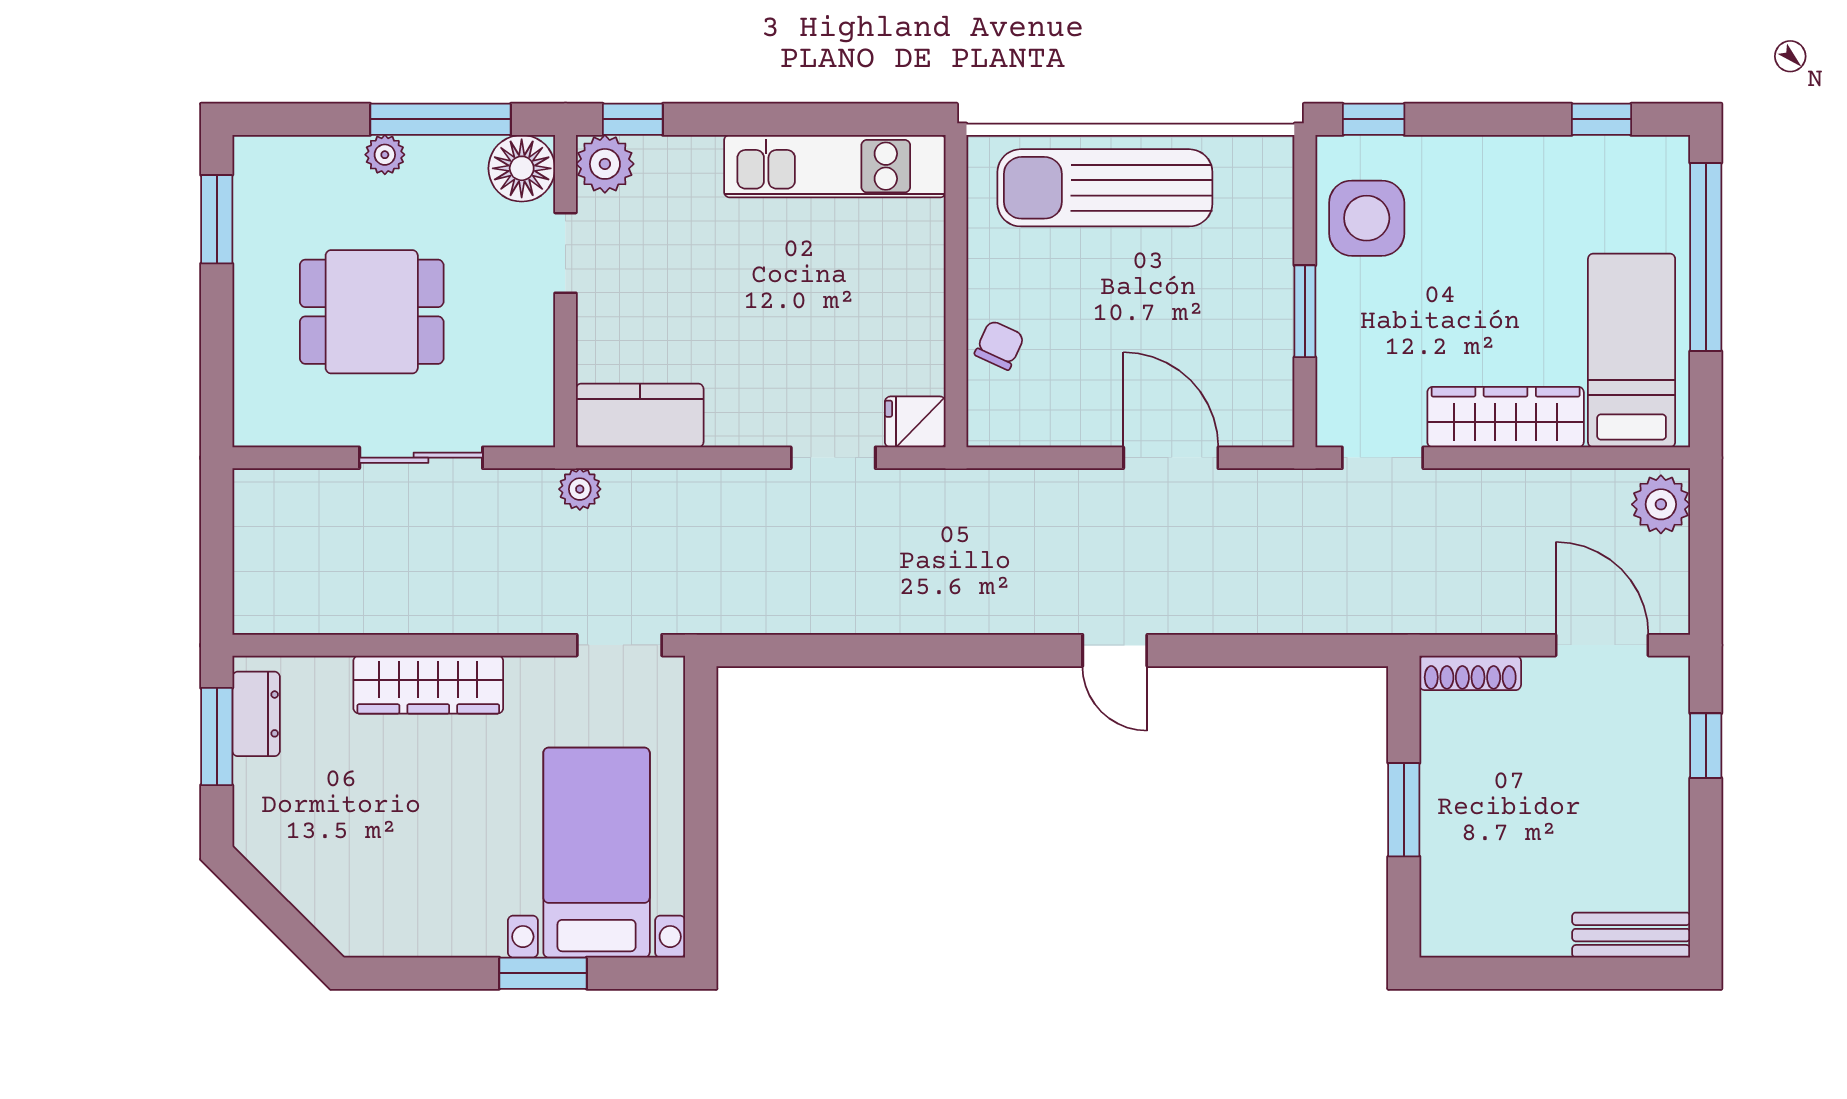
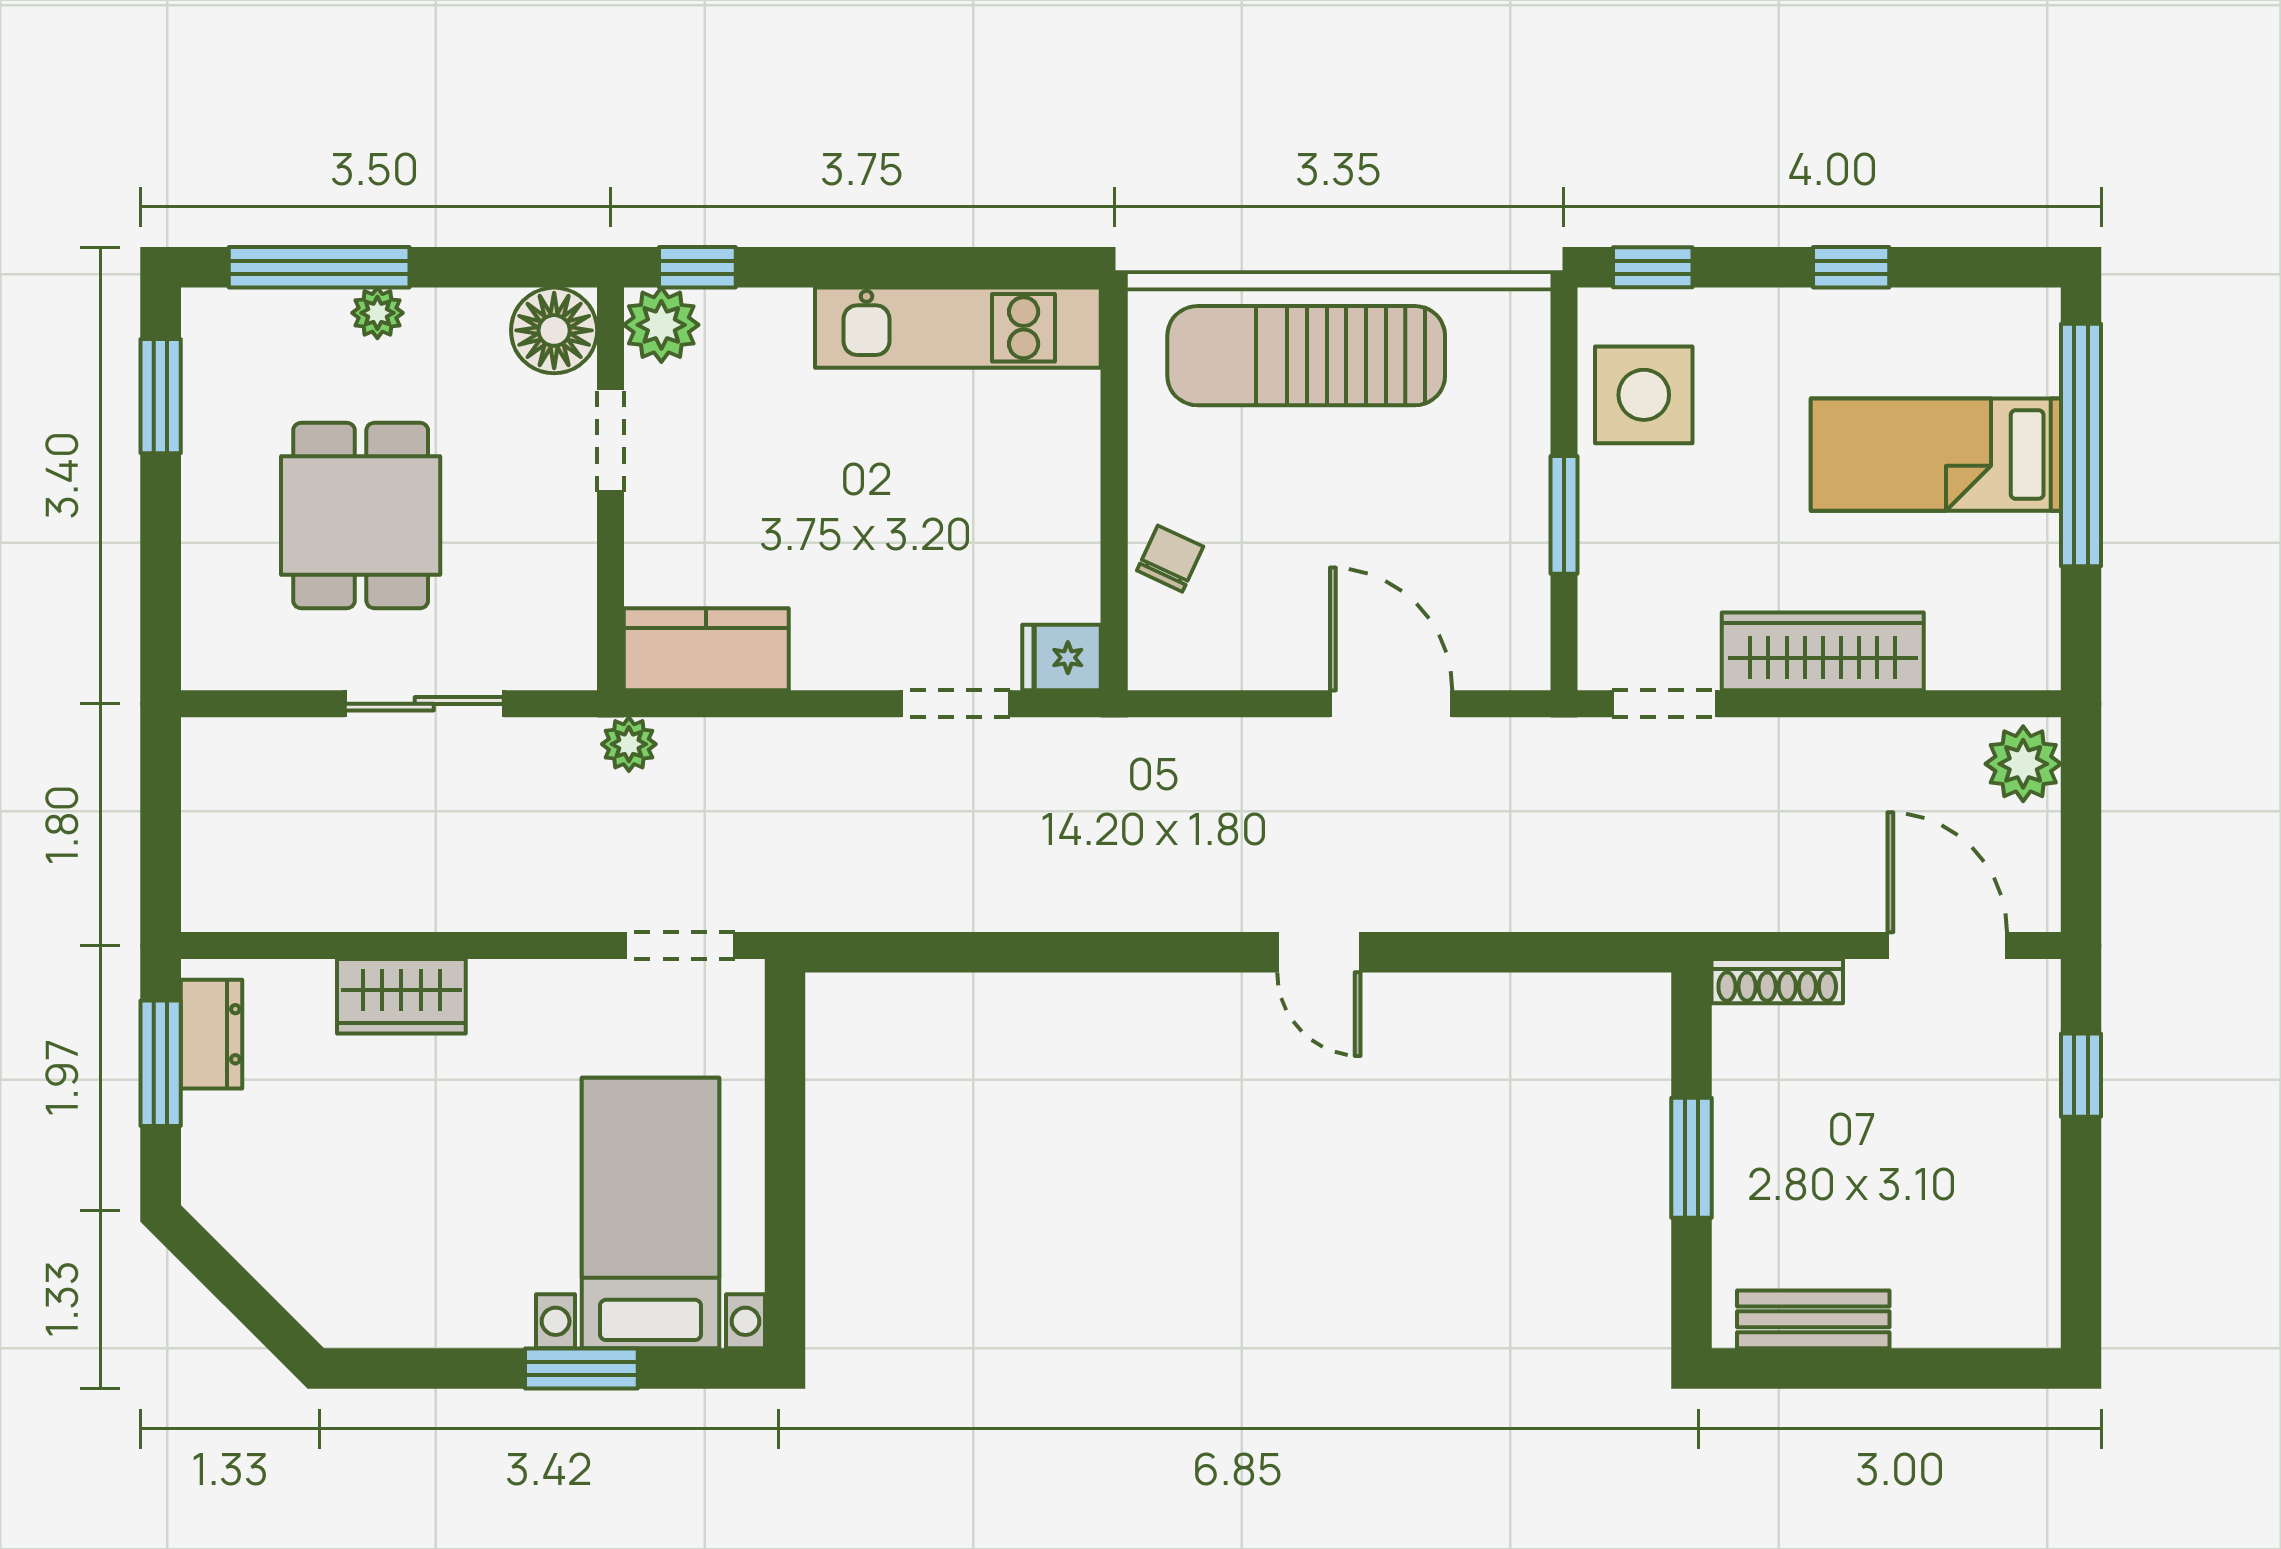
window: (440, 119) -> (319, 267), moved
window: (1601, 119) -> (1851, 267), moved
dining table: (372, 312) -> (361, 516), turned 90
bed: (1632, 350) -> (1936, 455), moved, turned -90
wardrobe: (428, 685) -> (401, 996), width x0.67
bench: (1631, 935) -> (1813, 1319), moved

